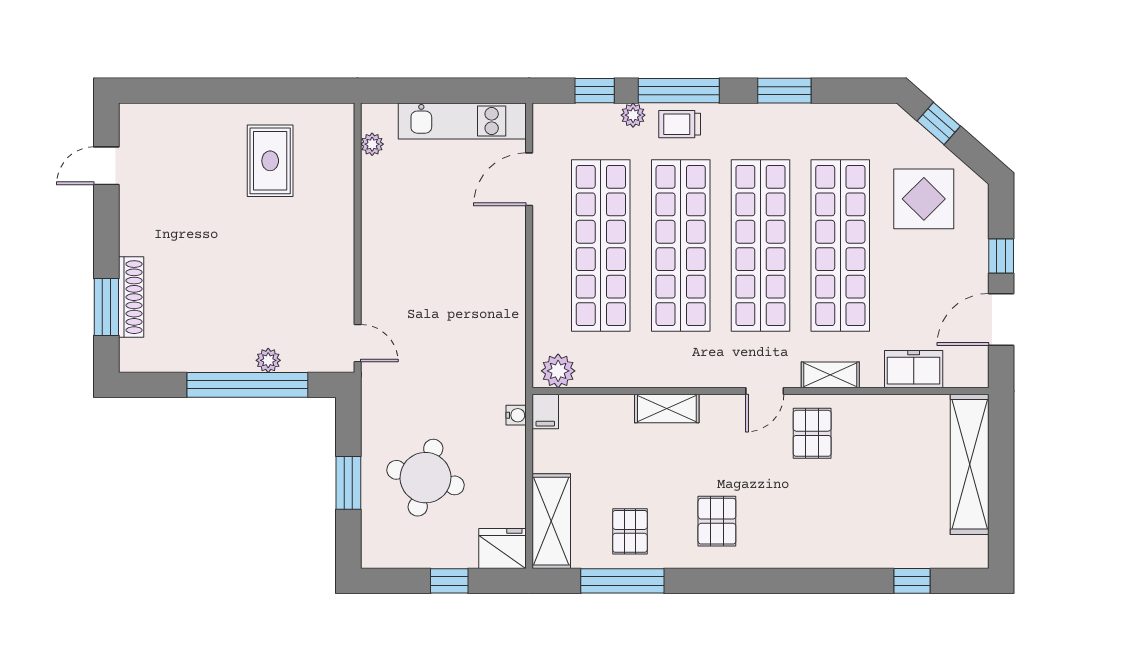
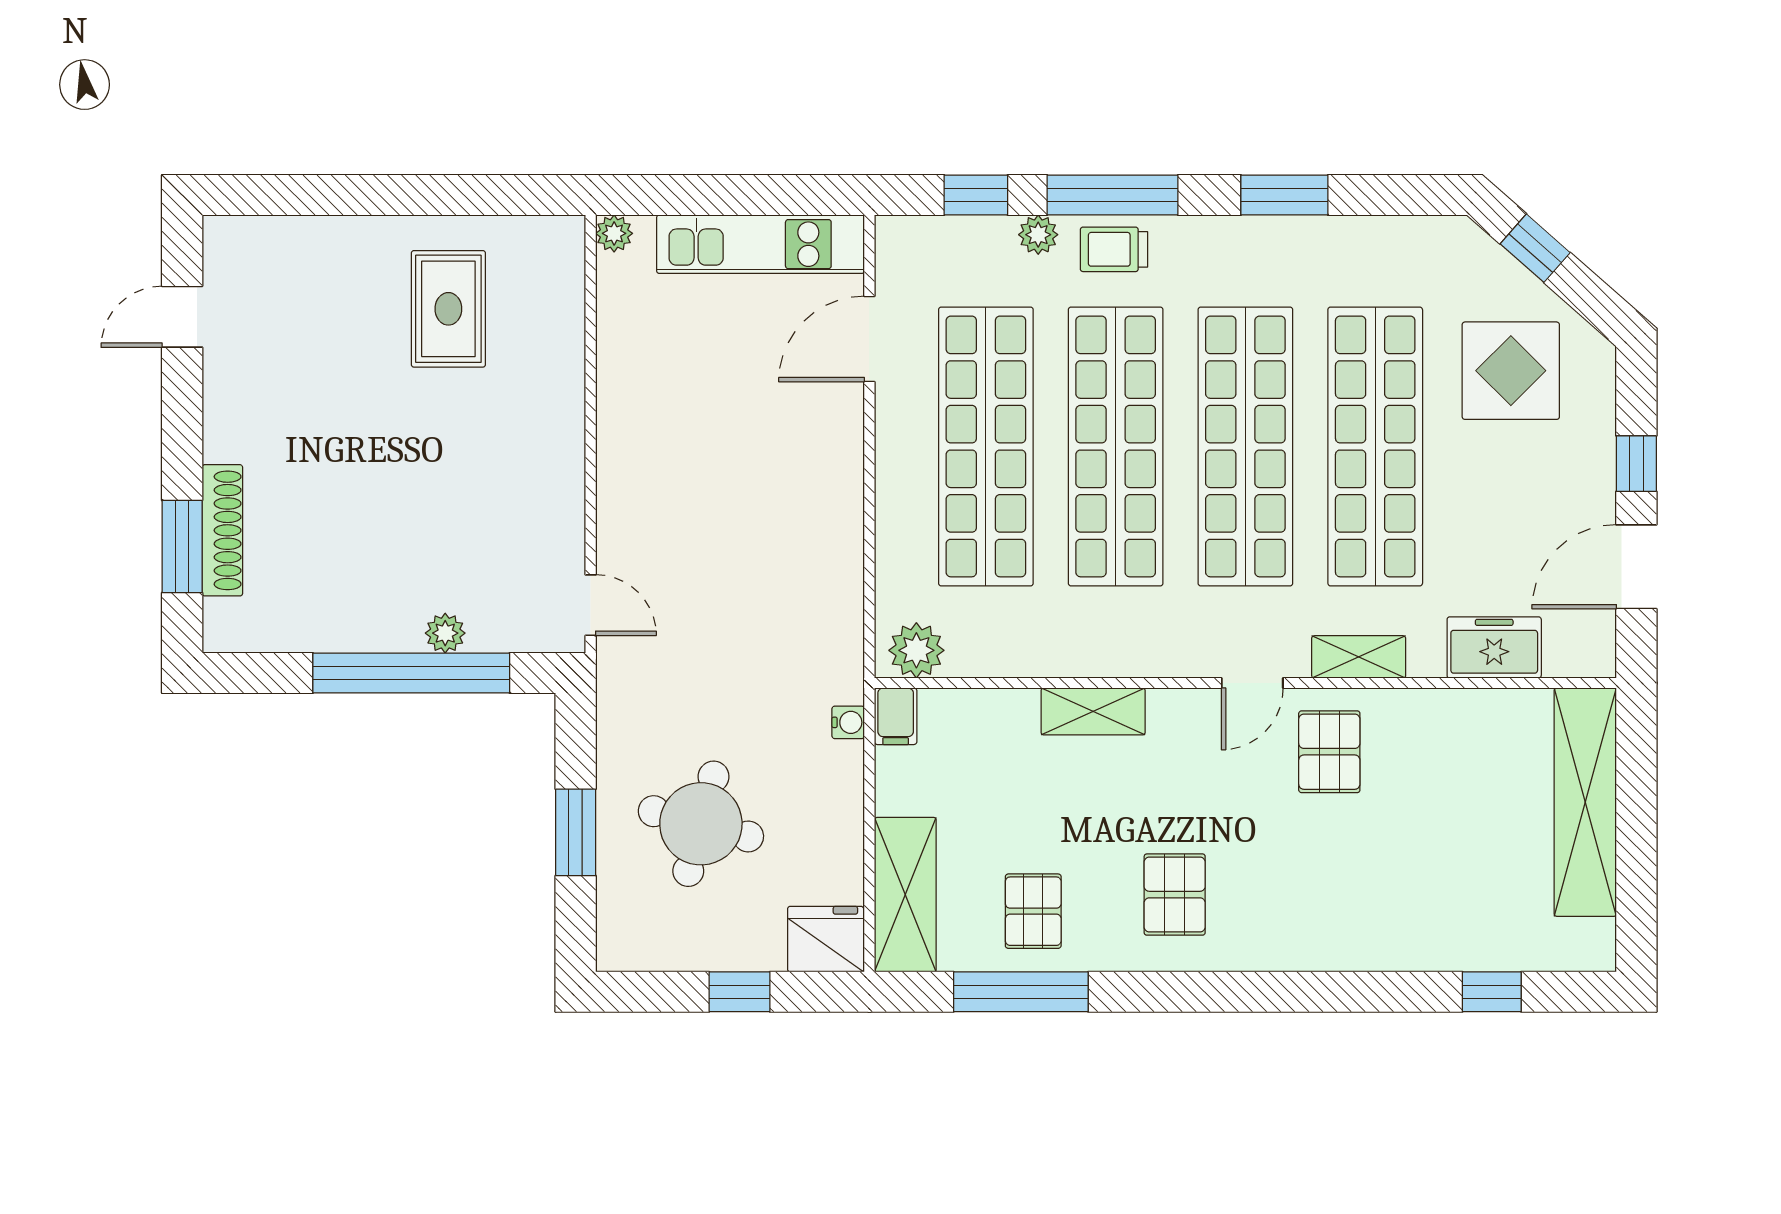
plant: (372, 144) -> (614, 233), moved

